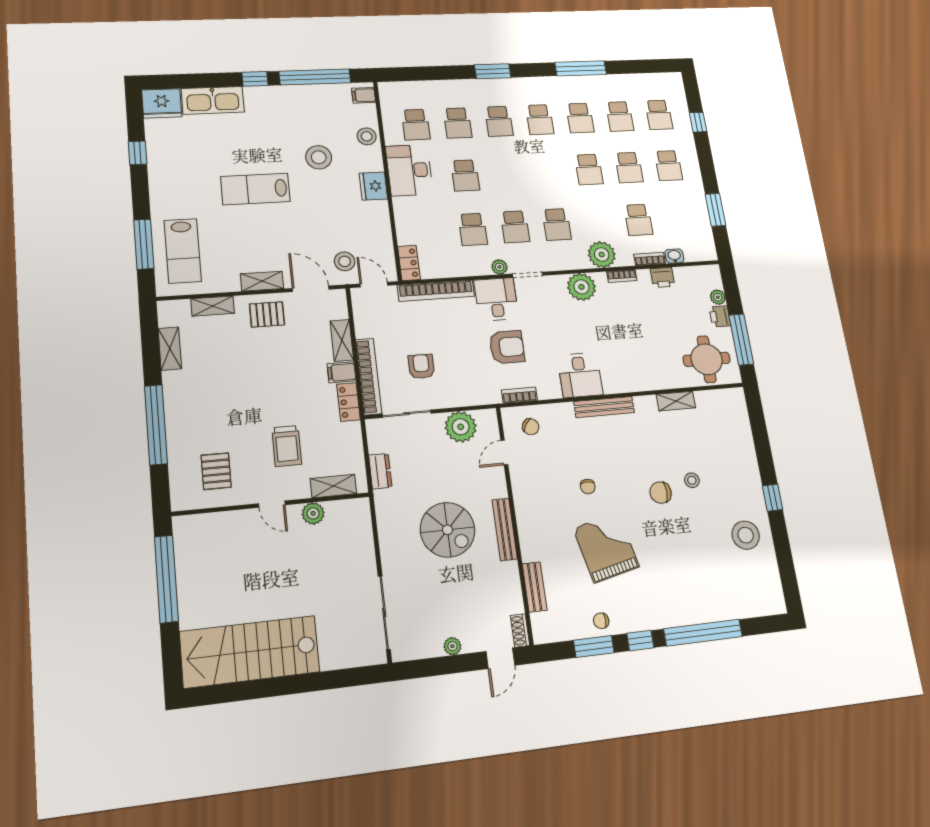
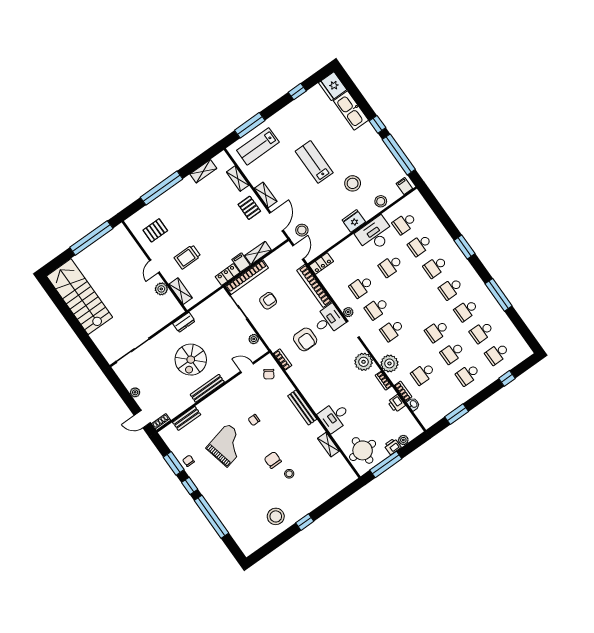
desk: (580, 375) -> (334, 417), moved
plant: (461, 427) -> (254, 339), width x0.53, depth x0.53
dresser: (380, 471) -> (184, 322), moved

